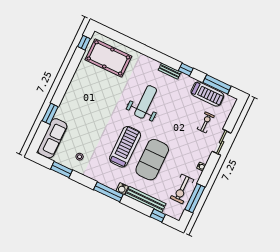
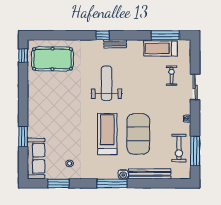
window: (186, 69) -> (103, 35), moved
treadmill: (207, 94) -> (160, 49), turned 180
window: (158, 216) -> (168, 183), removed

